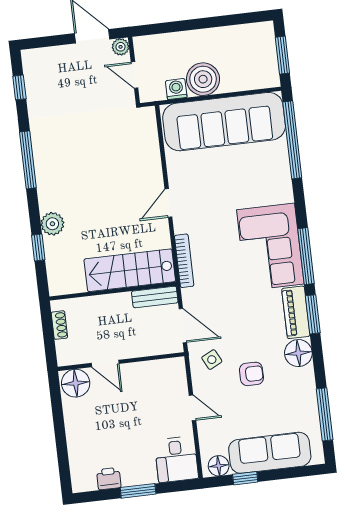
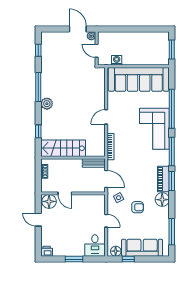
boiler: (203, 79) -> (131, 57), removed
window: (292, 140) -> (172, 109), moved
plant: (52, 224) -> (47, 104), moved
corner sofa: (270, 247) -> (154, 129), moved
stairs: (130, 270) -> (63, 148), moved
door: (59, 421) -> (38, 220), added
printer: (109, 479) -> (47, 251), moved

